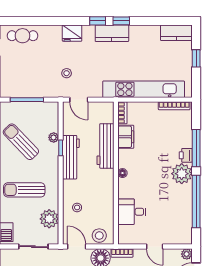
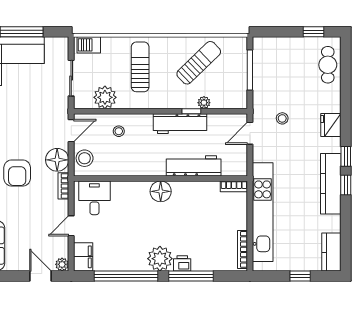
kitchen counter: (112, 33) -> (331, 184), width x1.50
filing cabinet: (126, 137) -> (83, 257), moved, turned -90
floor lamp: (122, 173) -> (161, 191), width x1.89, depth x1.89
desk: (132, 212) -> (94, 198), moved

